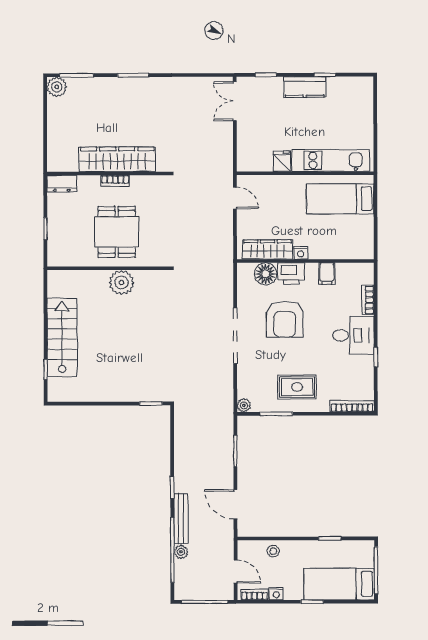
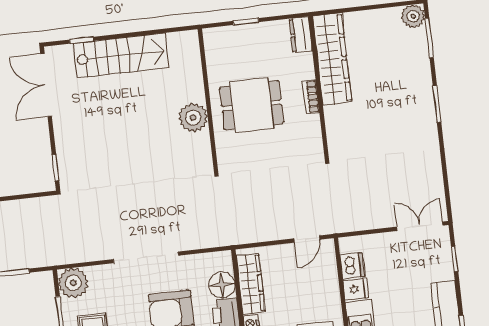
wardrobe: (117, 159) -> (332, 59), moved
dishwasher: (262, 162) -> (352, 266), added
double door: (80, 404) -> (46, 85), added
plant: (244, 405) -> (73, 283), width x1.88, depth x1.88

